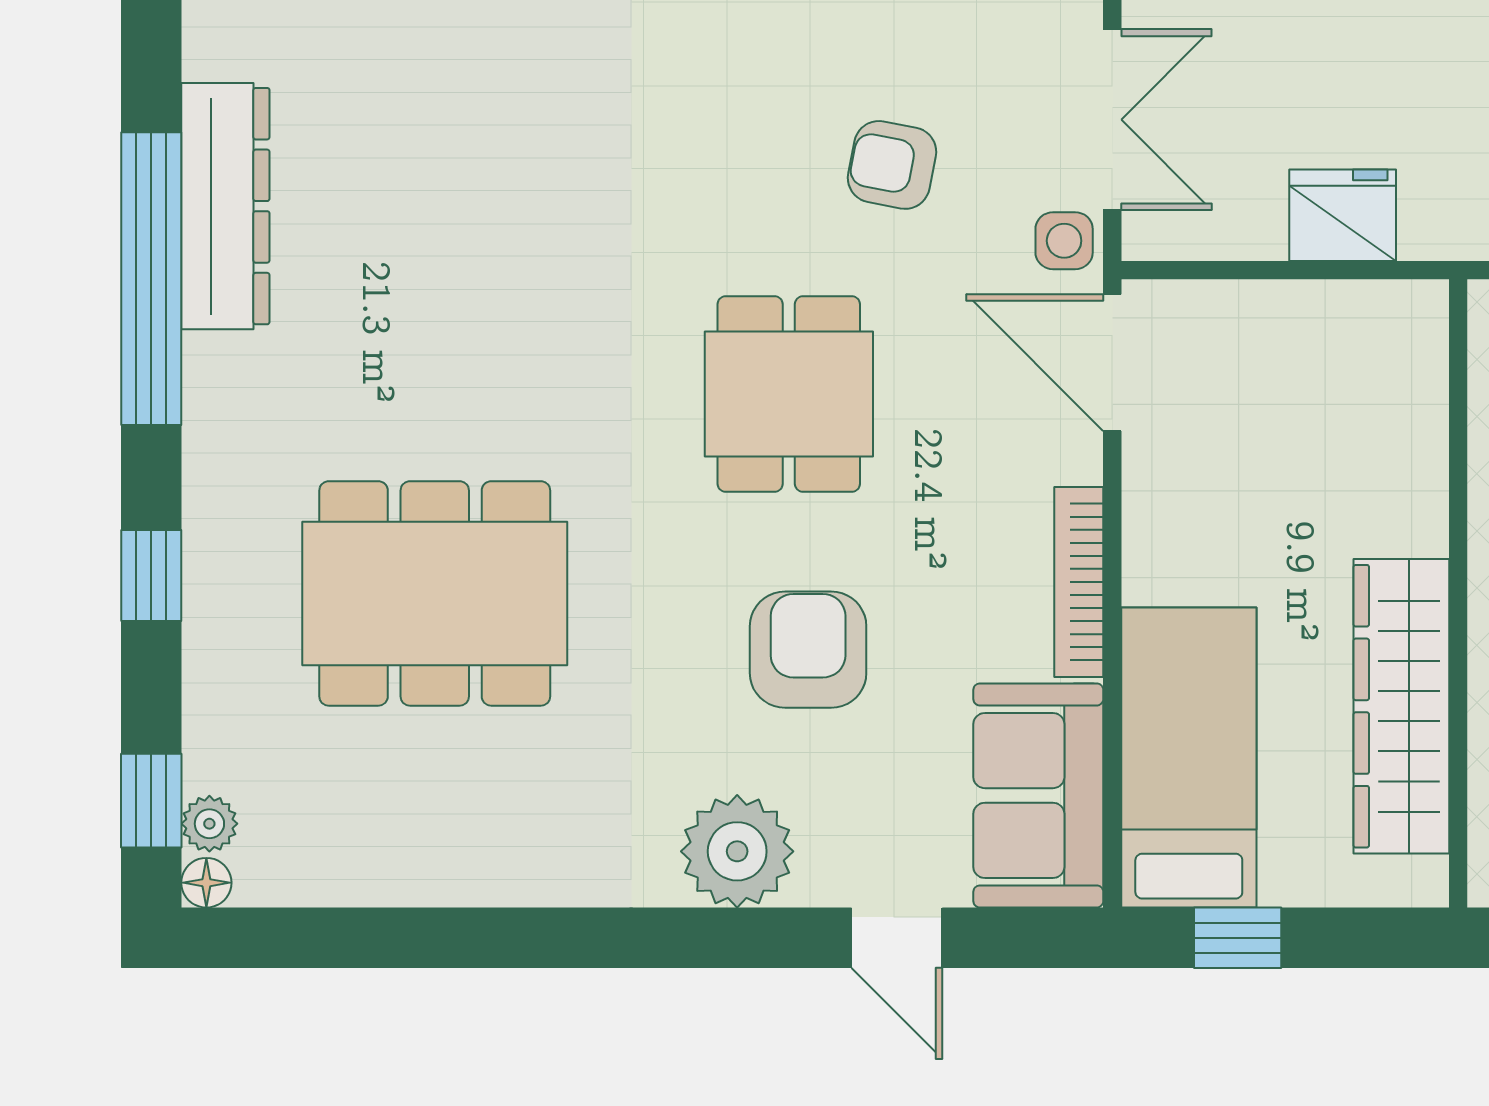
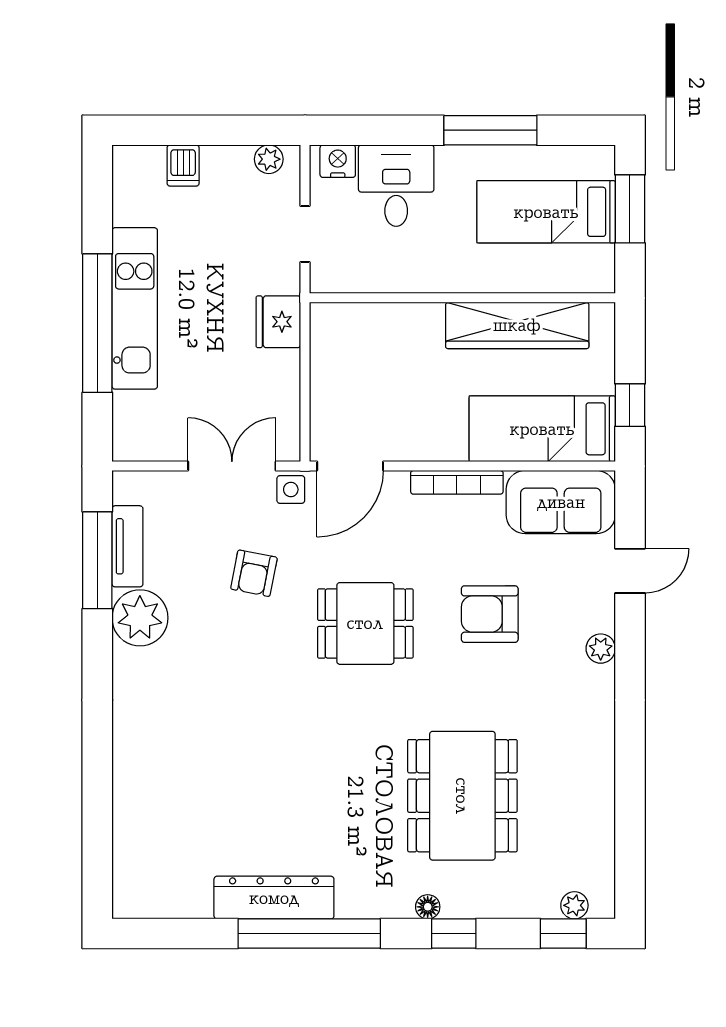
fridge: (1343, 215) -> (278, 322), moved
plant: (737, 851) -> (601, 649), width x0.53, depth x0.53
floor lamp: (206, 883) -> (428, 907), moved

